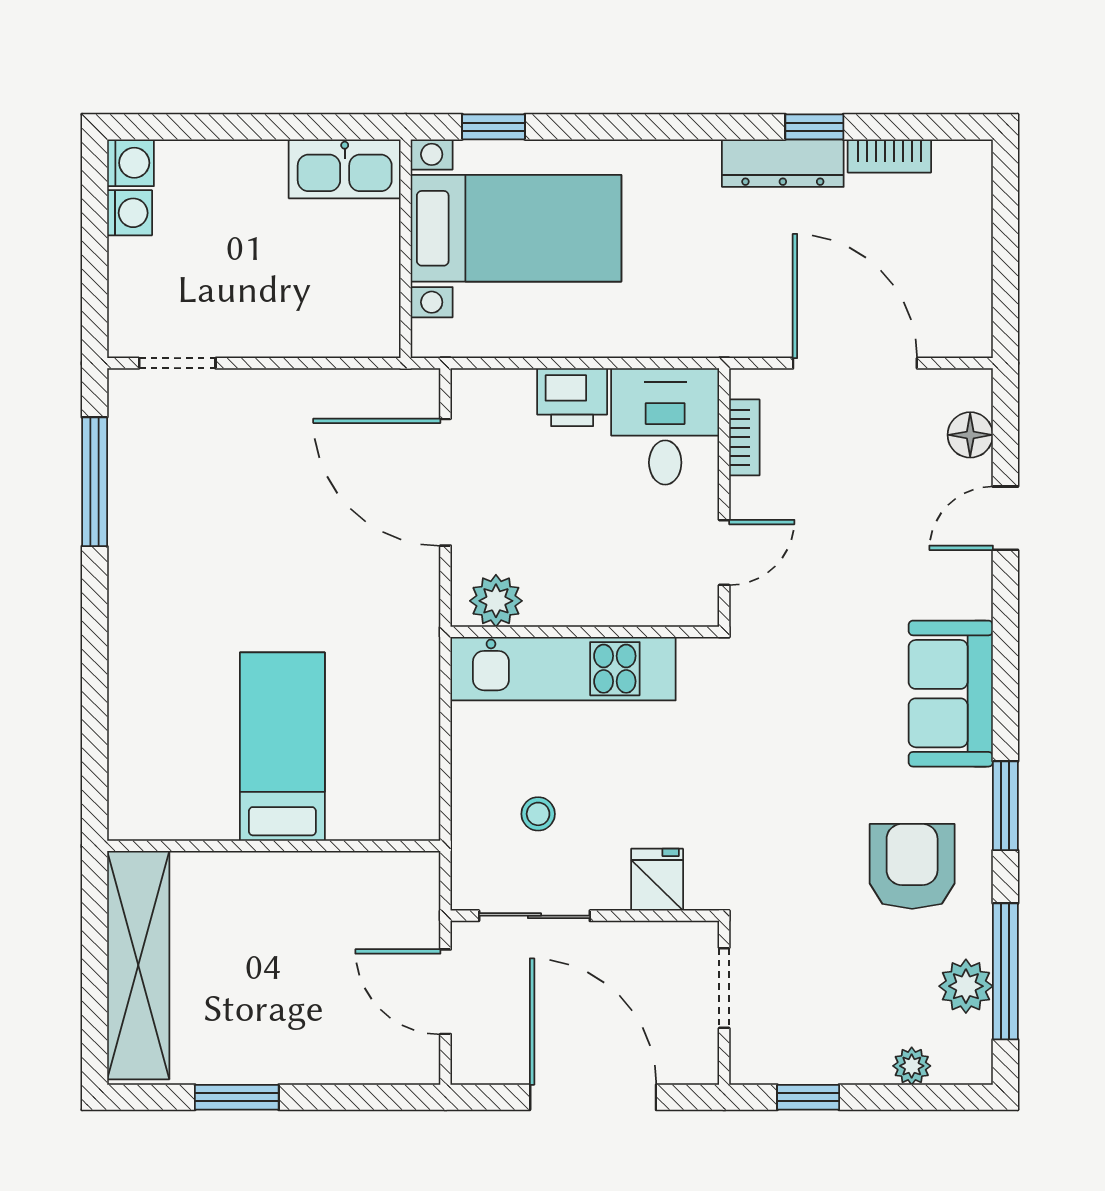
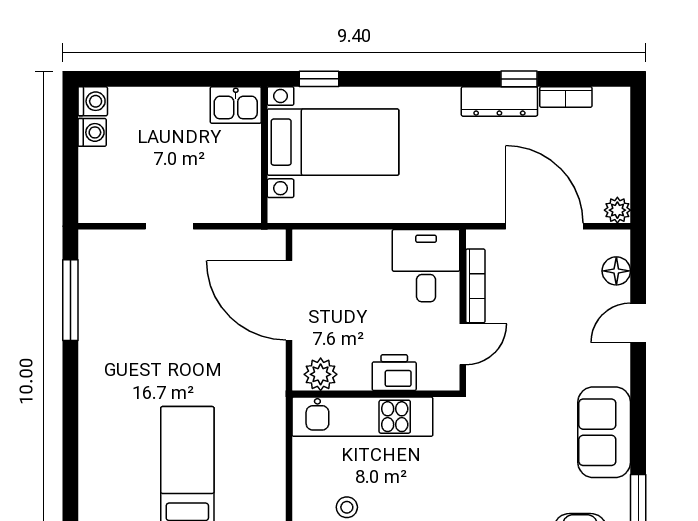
kitchen sink: (345, 169) -> (236, 105), width x0.73
plant: (972, 337) -> (617, 210), added
doorway: (177, 363) -> (169, 226), moved
printer: (572, 397) -> (394, 373), moved, turned 180
bookcase: (744, 437) -> (475, 286), width x1.56

